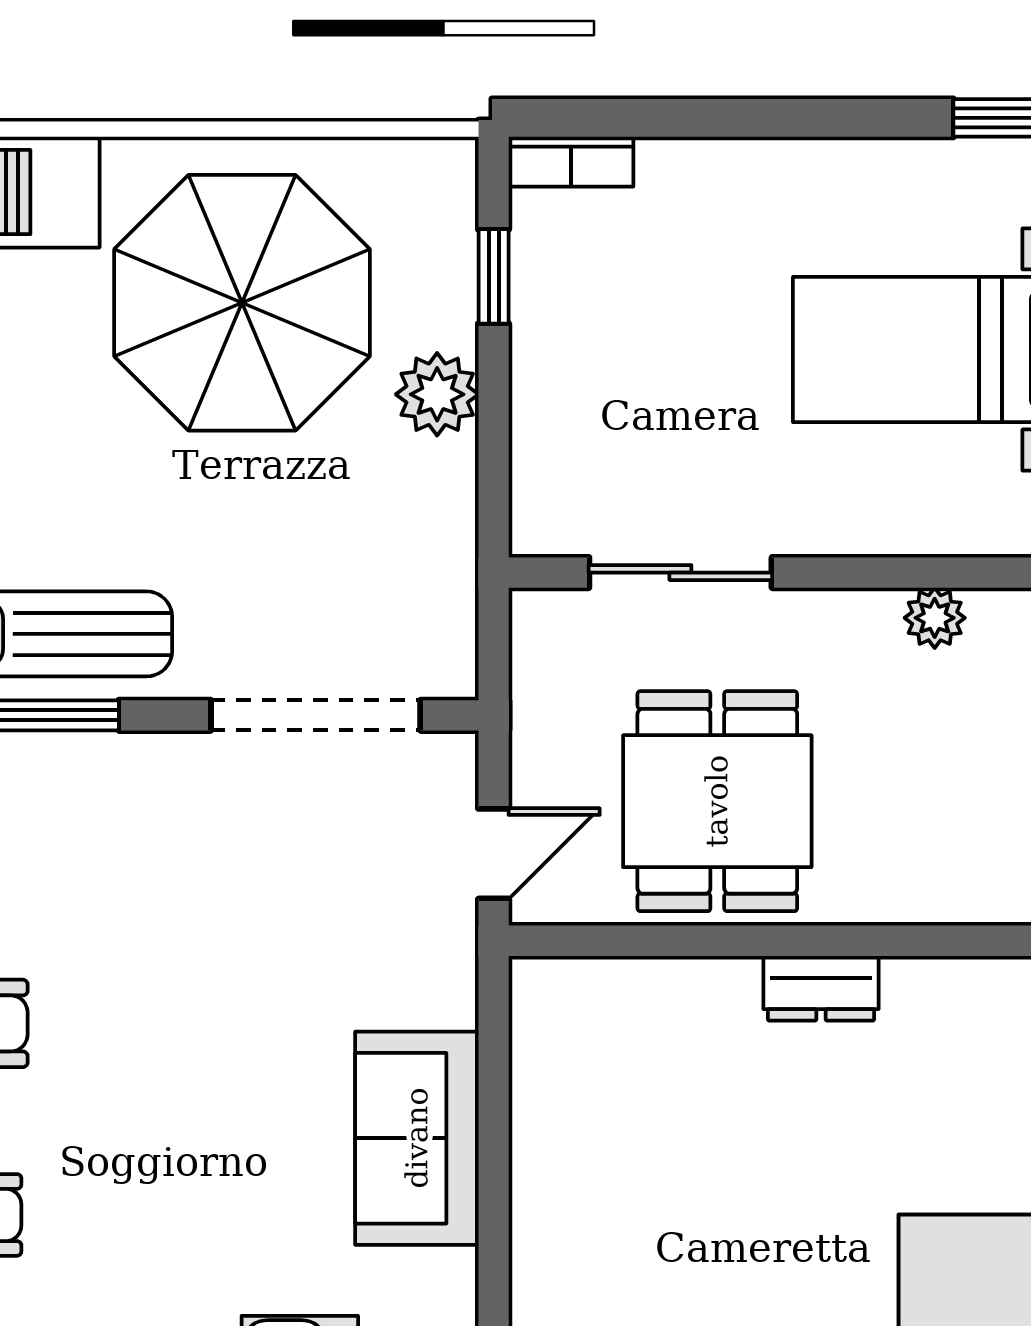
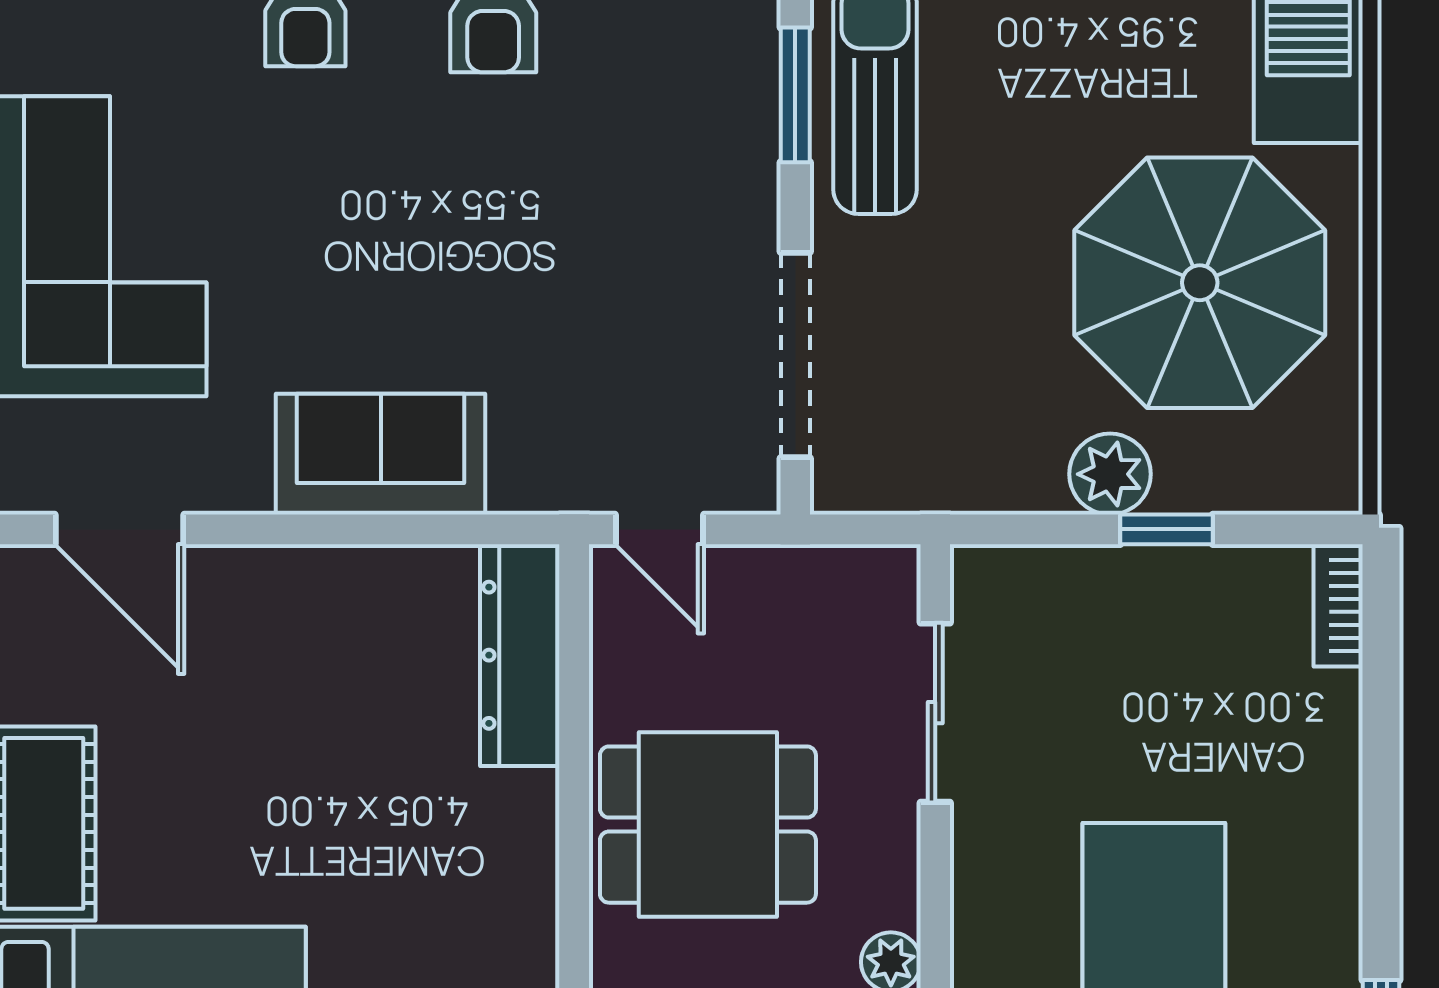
window: (494, 276) -> (1167, 529), moved
dining table: (717, 801) -> (708, 825), moved
dresser: (821, 988) -> (520, 655), moved, width x1.96, depth x1.24

